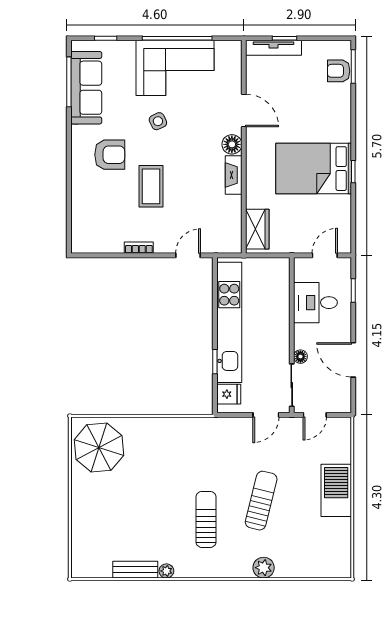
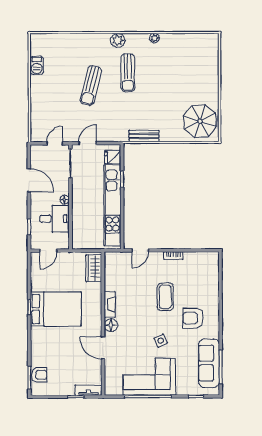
tv unit: (273, 48) -> (88, 390), width x0.71
floor lamp: (300, 357) -> (65, 200), moved
barbecue: (336, 490) -> (37, 65), moved, width x0.53, depth x0.65
plant: (264, 568) -> (118, 40), moved
bench: (135, 570) -> (144, 136), moved

